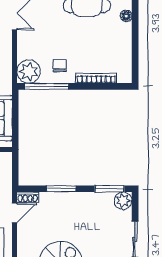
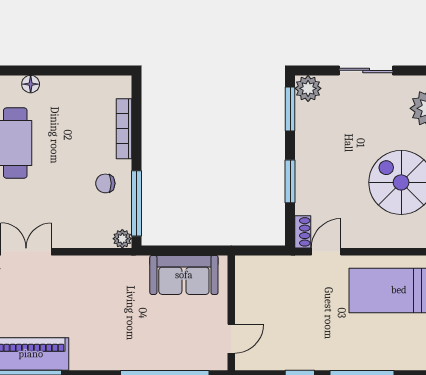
plant: (29, 72) -> (122, 239), width x0.53, depth x0.53
door: (14, 213) -> (326, 252), hinge flipped

